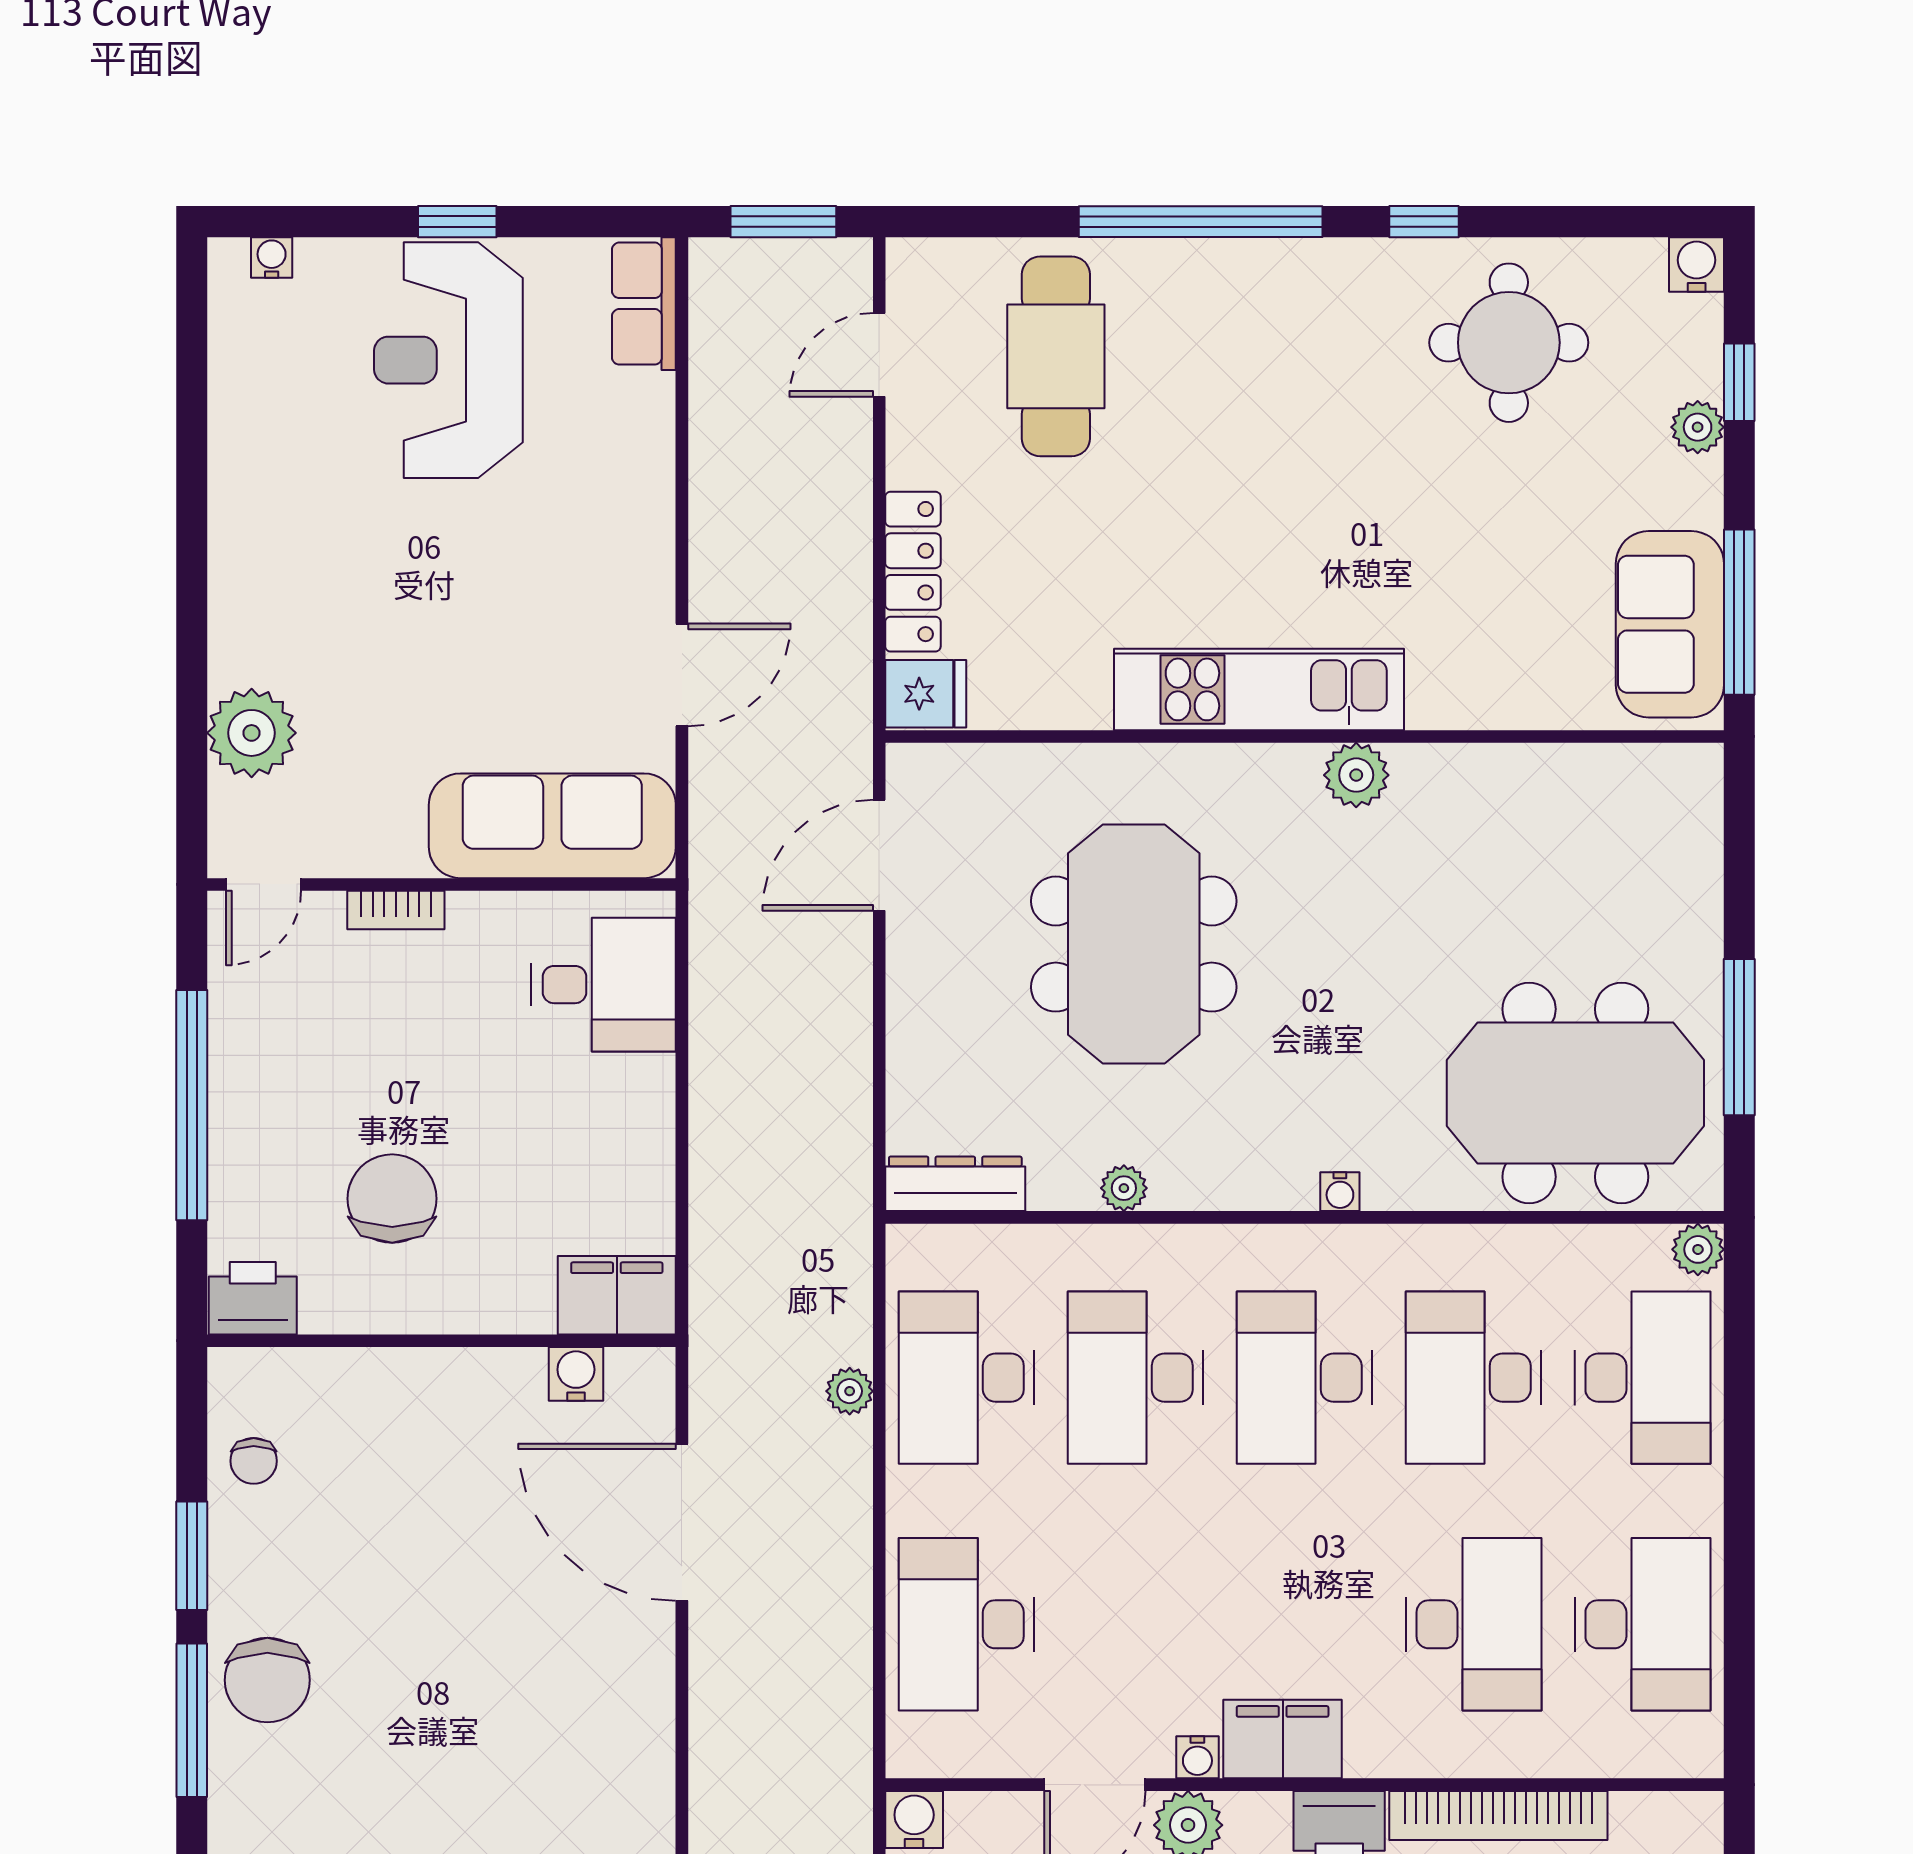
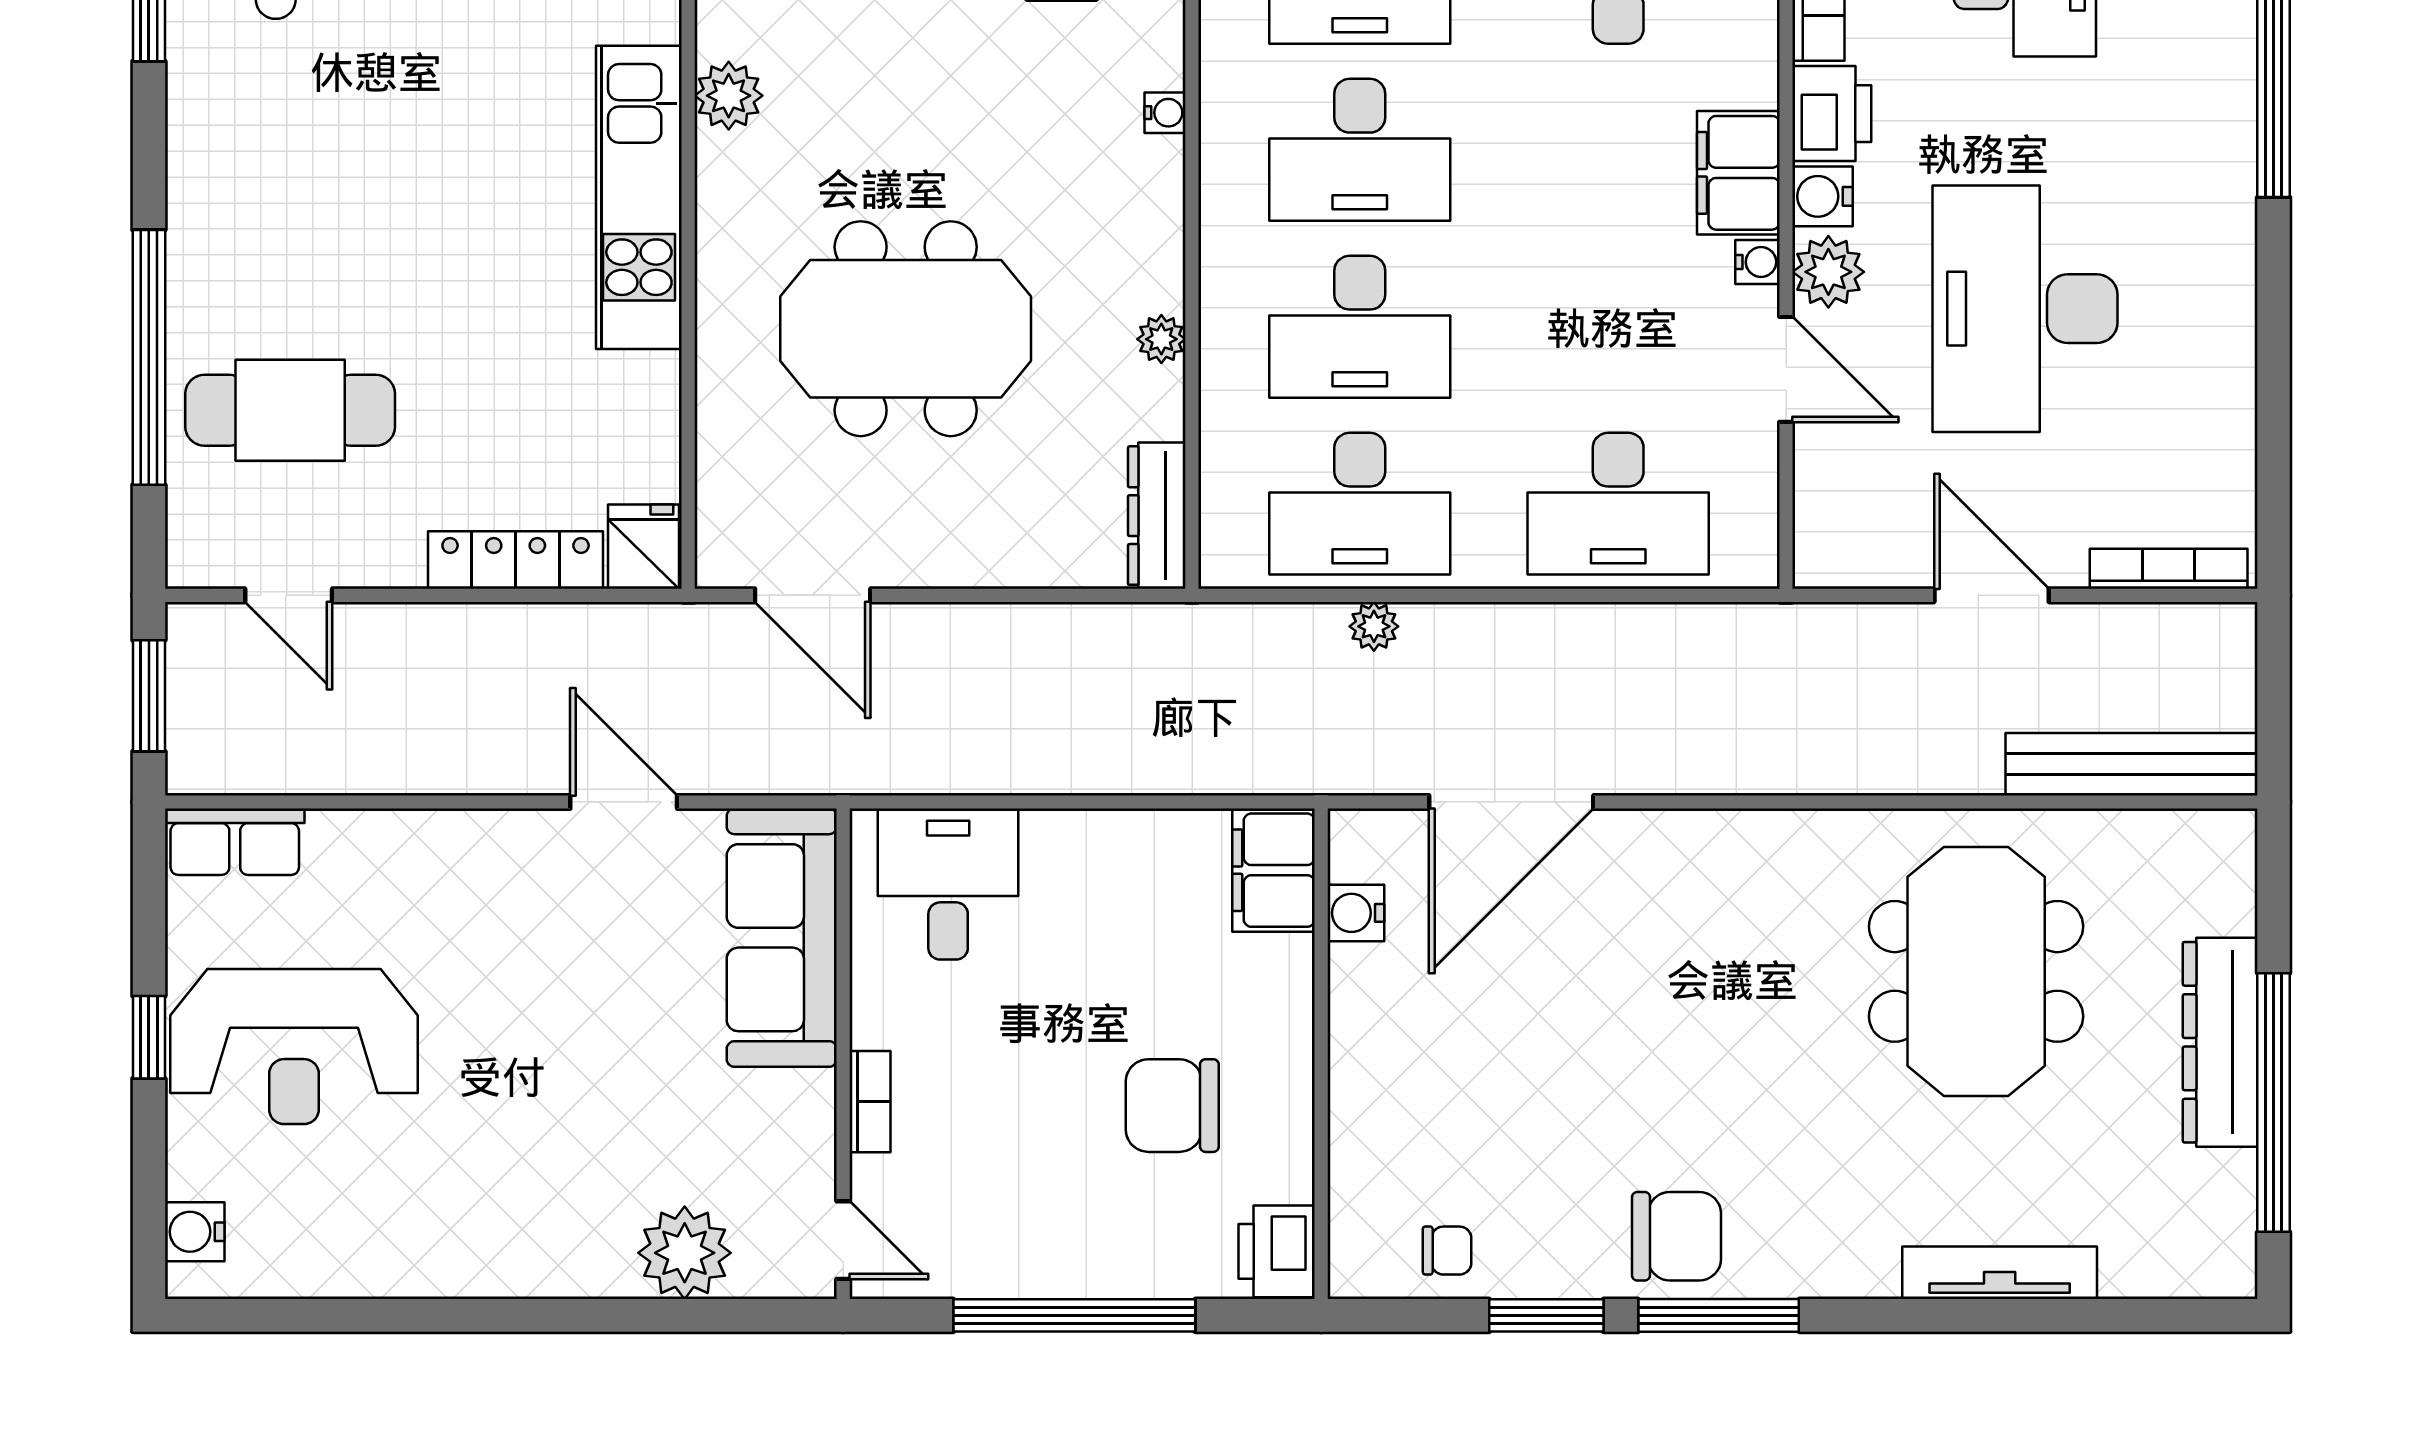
window: (1201, 222) -> (149, 357), moved
water cooler: (272, 257) -> (195, 1232), width x1.38, depth x1.38
water cooler: (914, 1819) -> (1823, 196), moved

